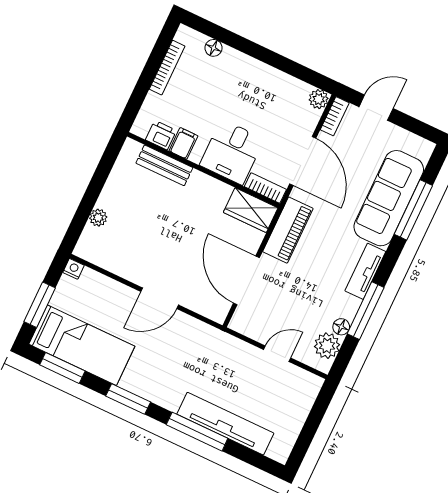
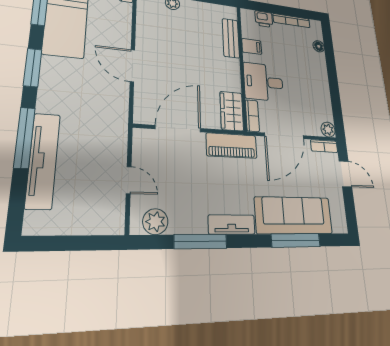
printer: (161, 135) -> (264, 19), moved, turned 90
floor lamp: (341, 327) -> (177, 226), removed

